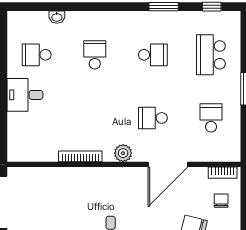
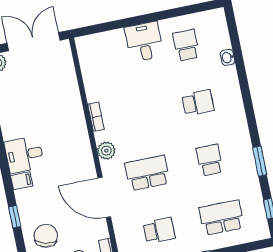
school desk: (153, 55) -> (210, 160), turned 180
school desk: (153, 118) -> (147, 173), width x1.85
bookcase: (80, 156) -> (96, 117), width x0.64

